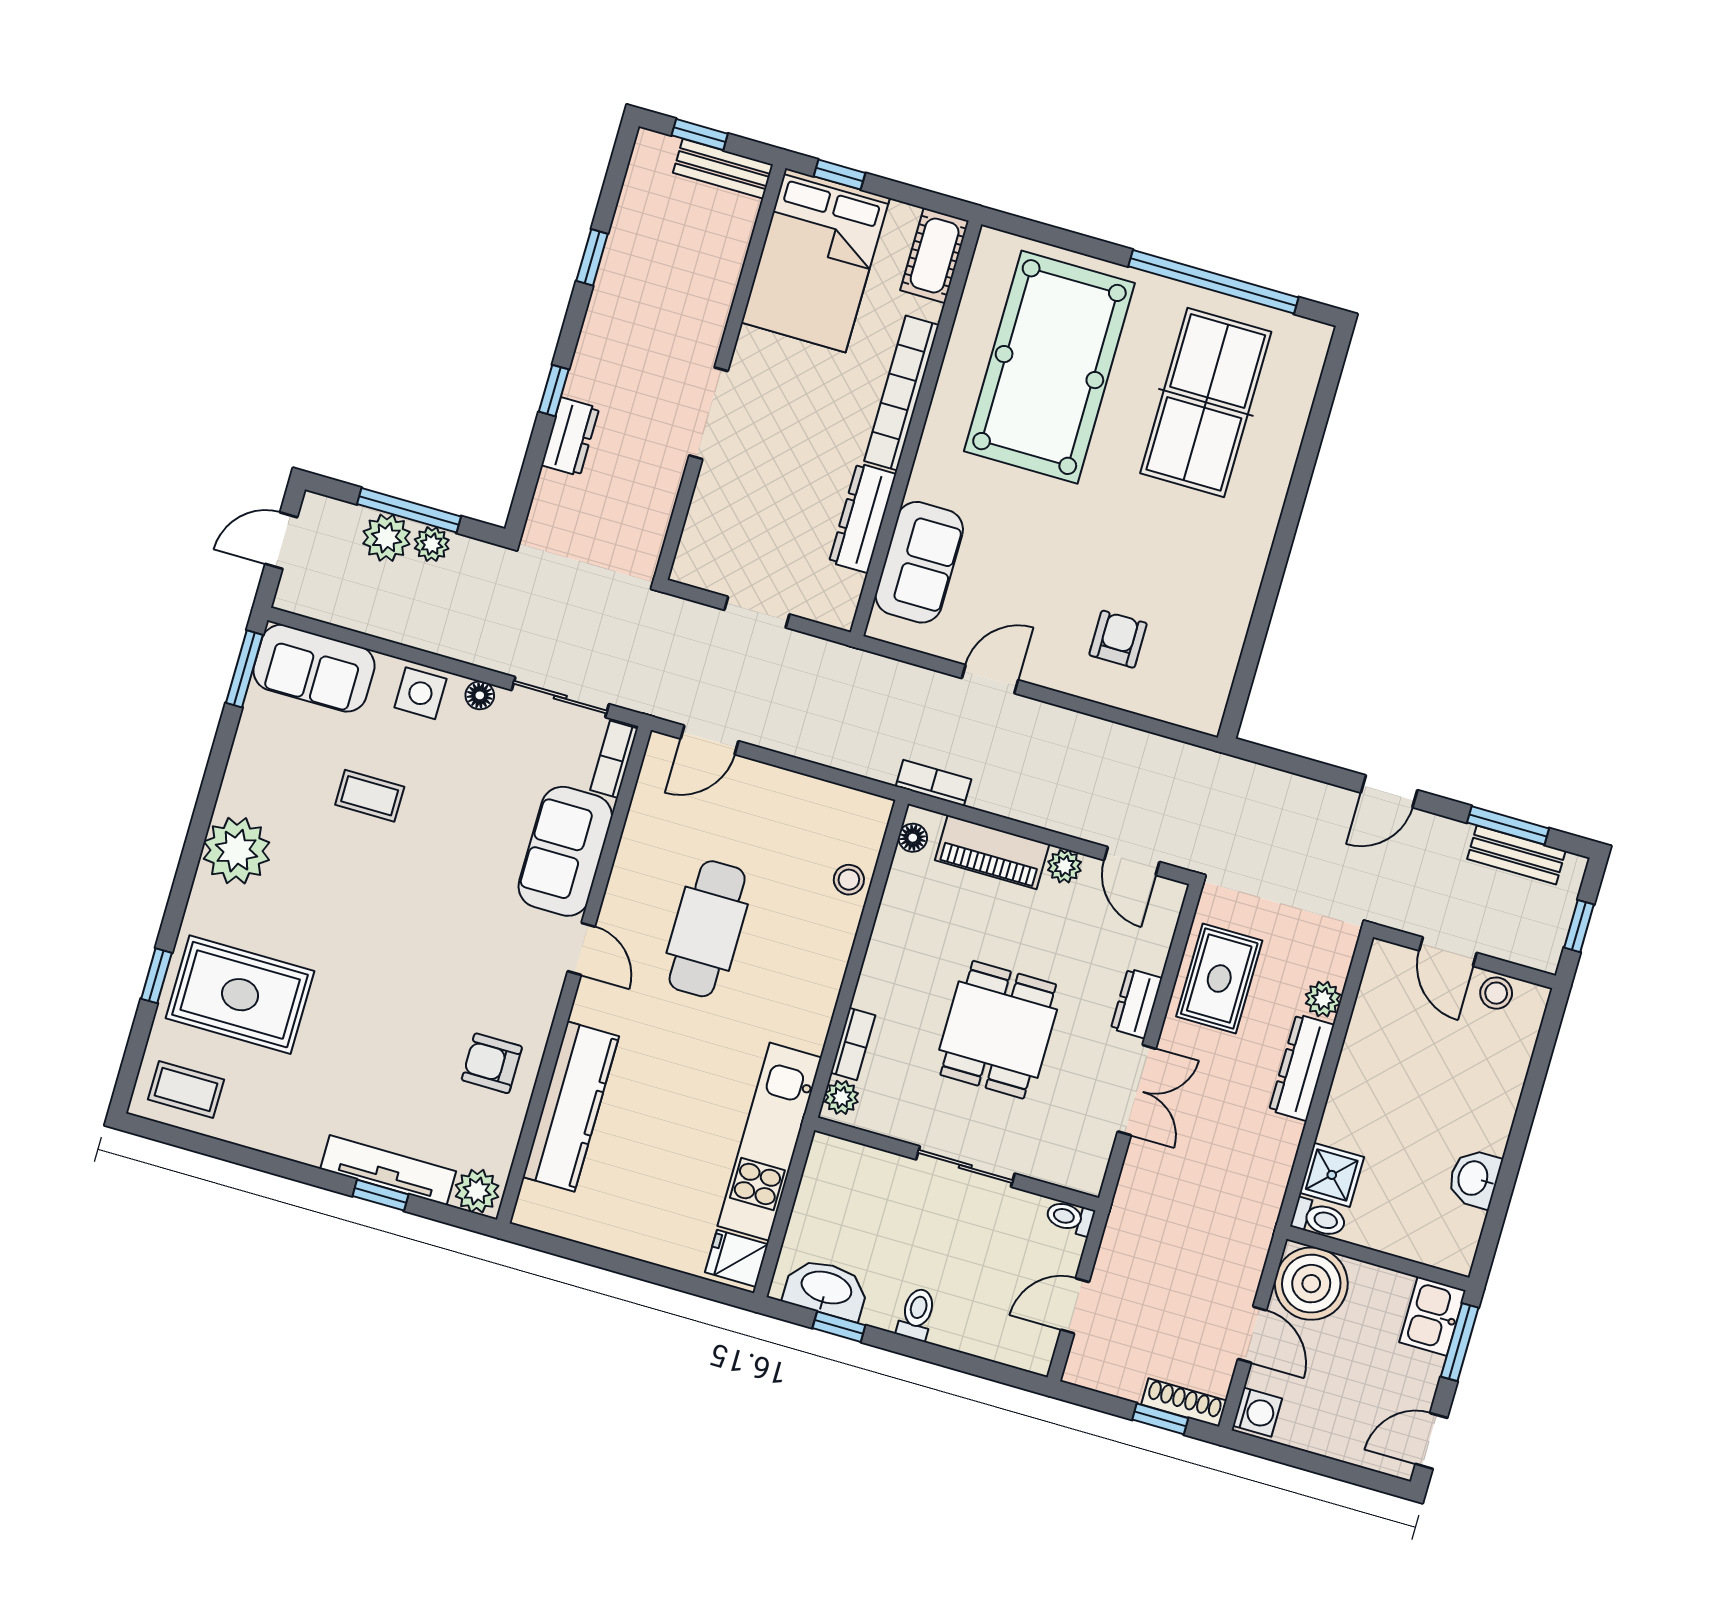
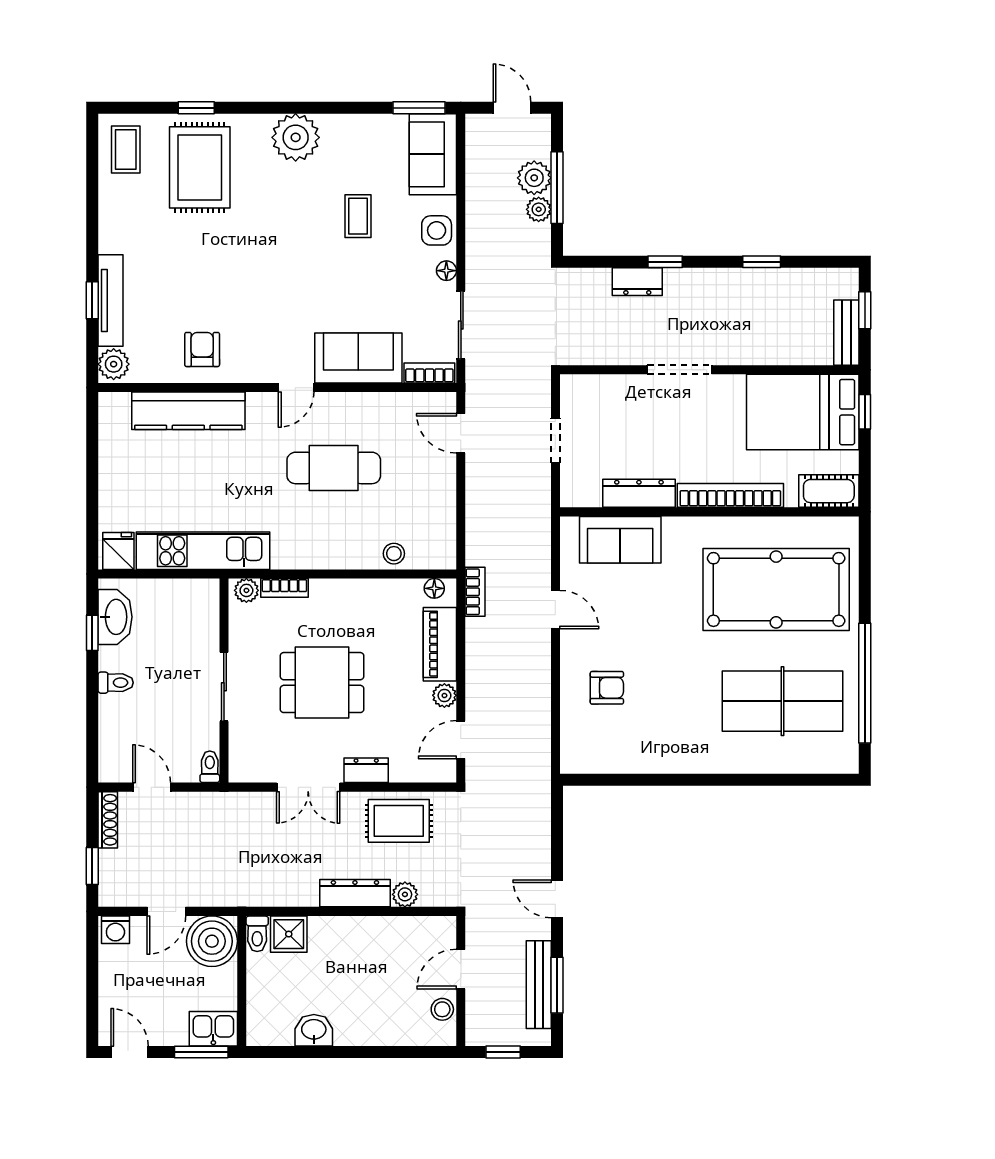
bench: (1516, 855) -> (539, 985), width x1.36
shoe rack: (1184, 1402) -> (108, 820), moved

